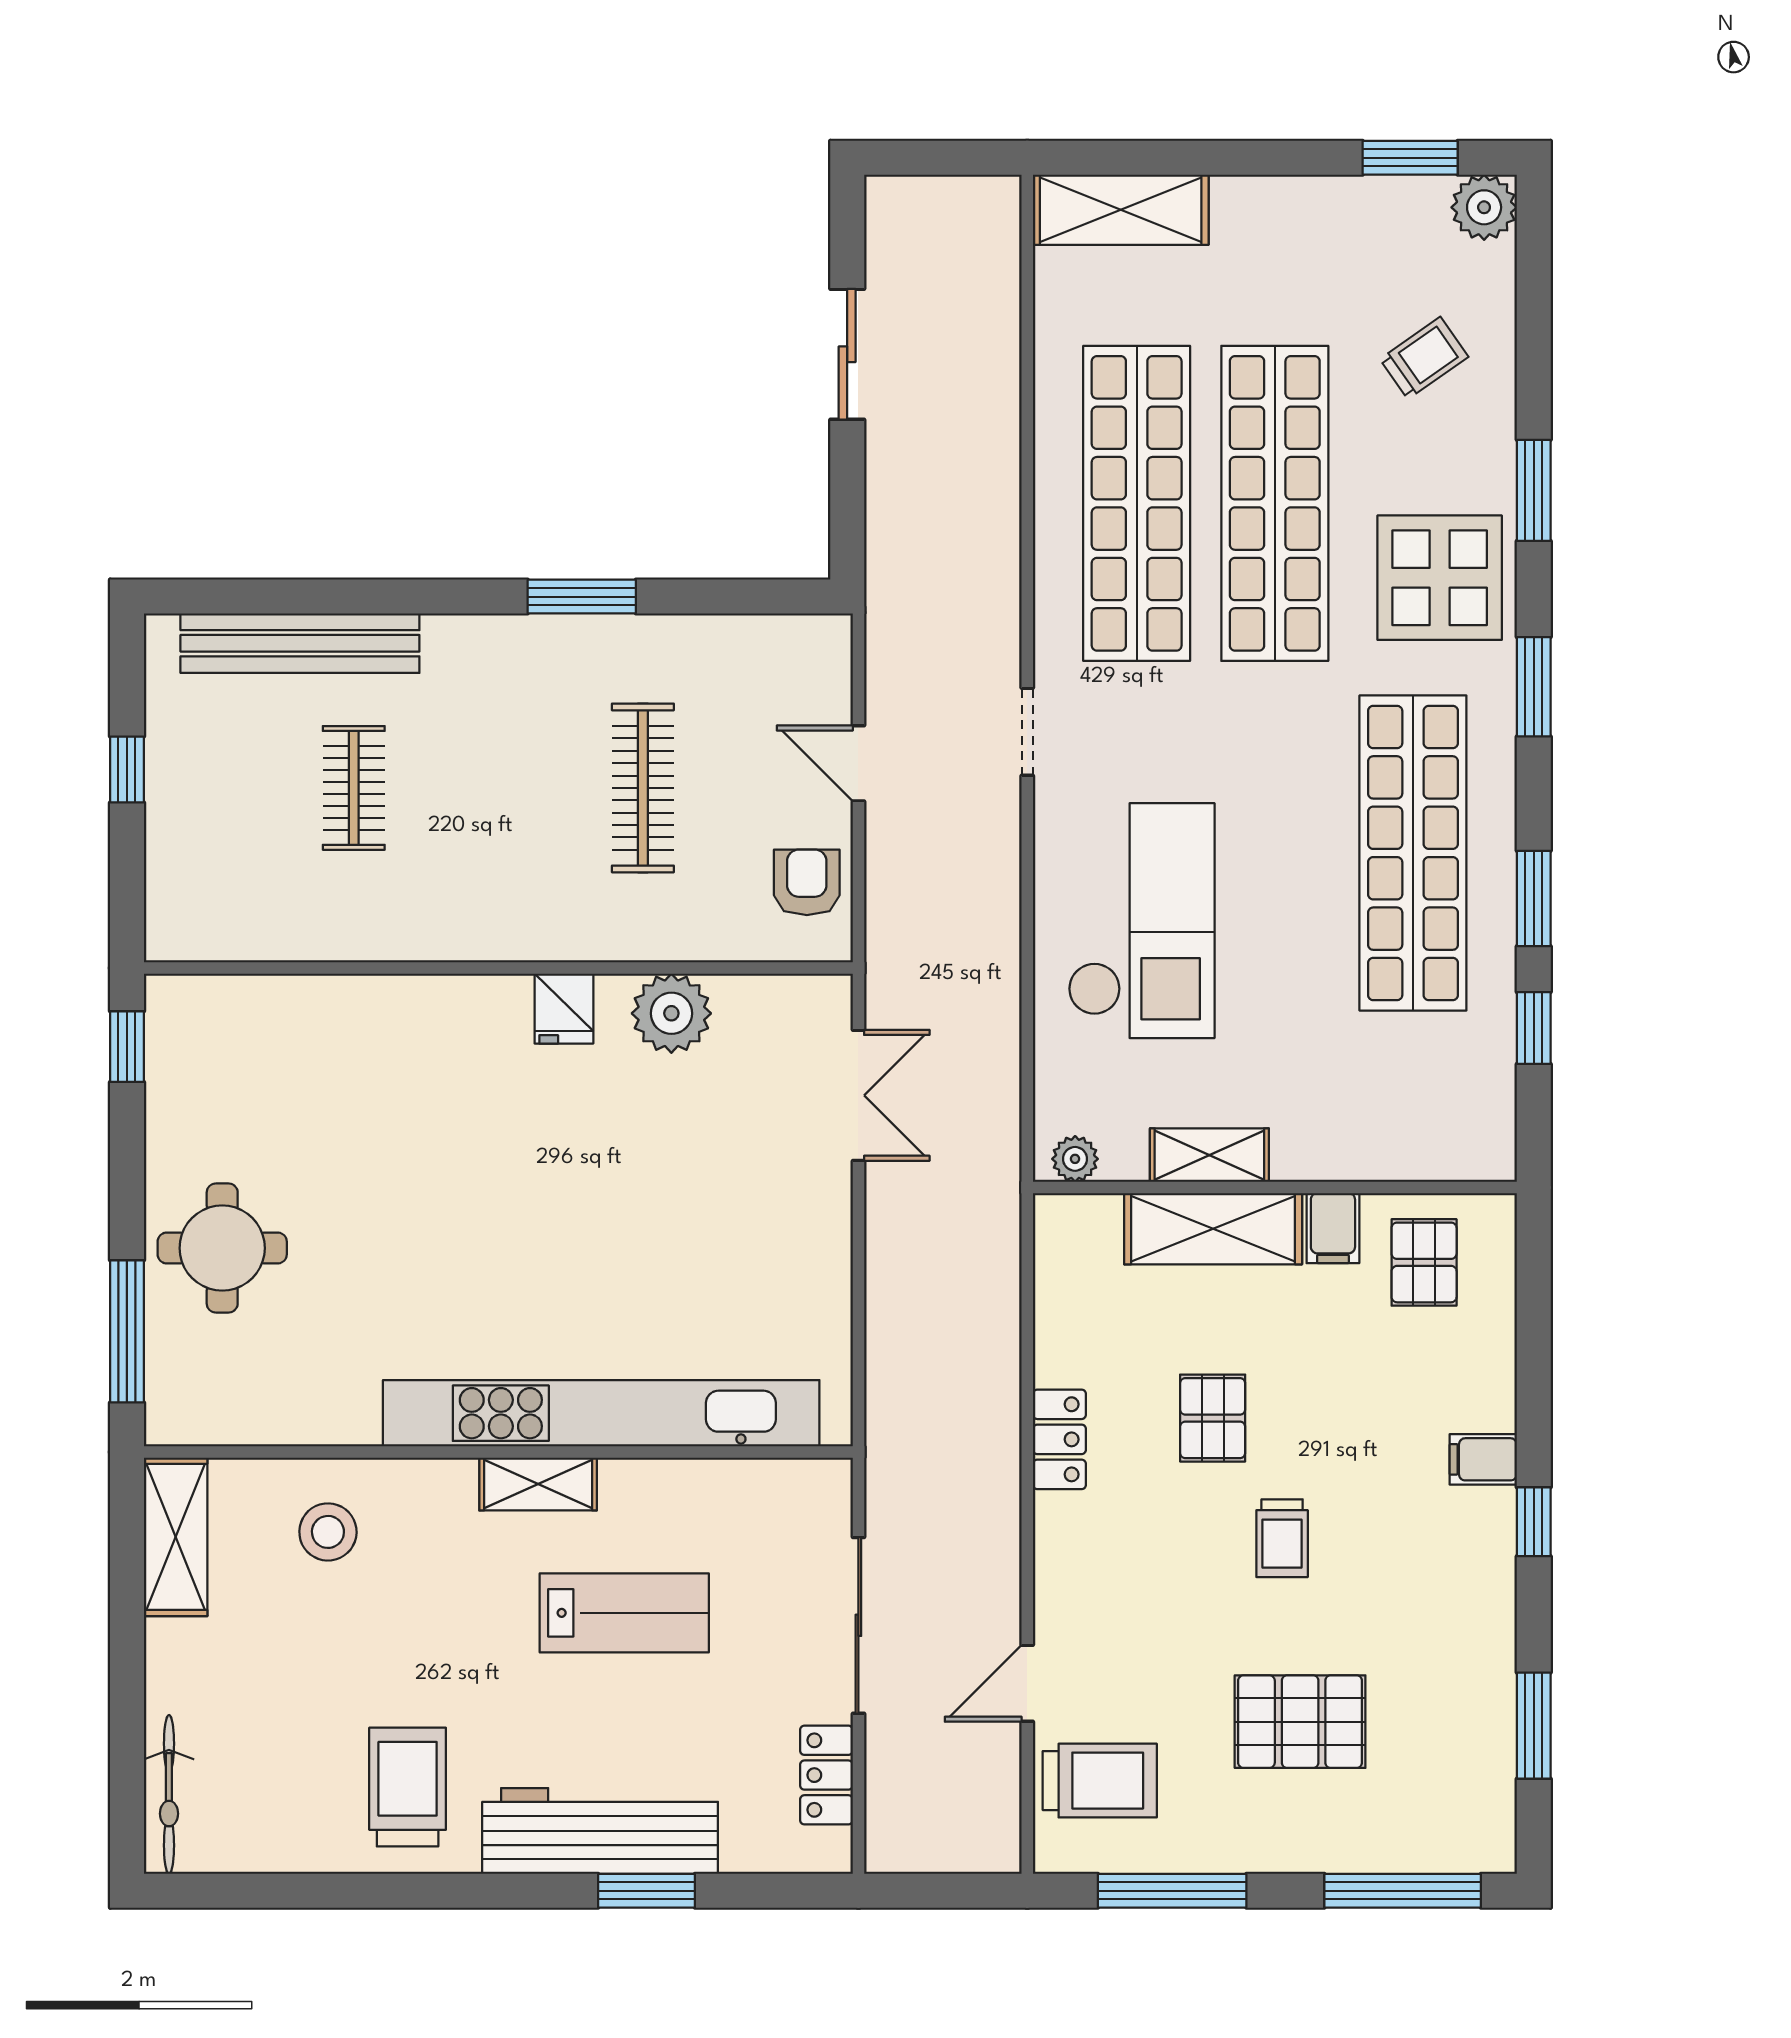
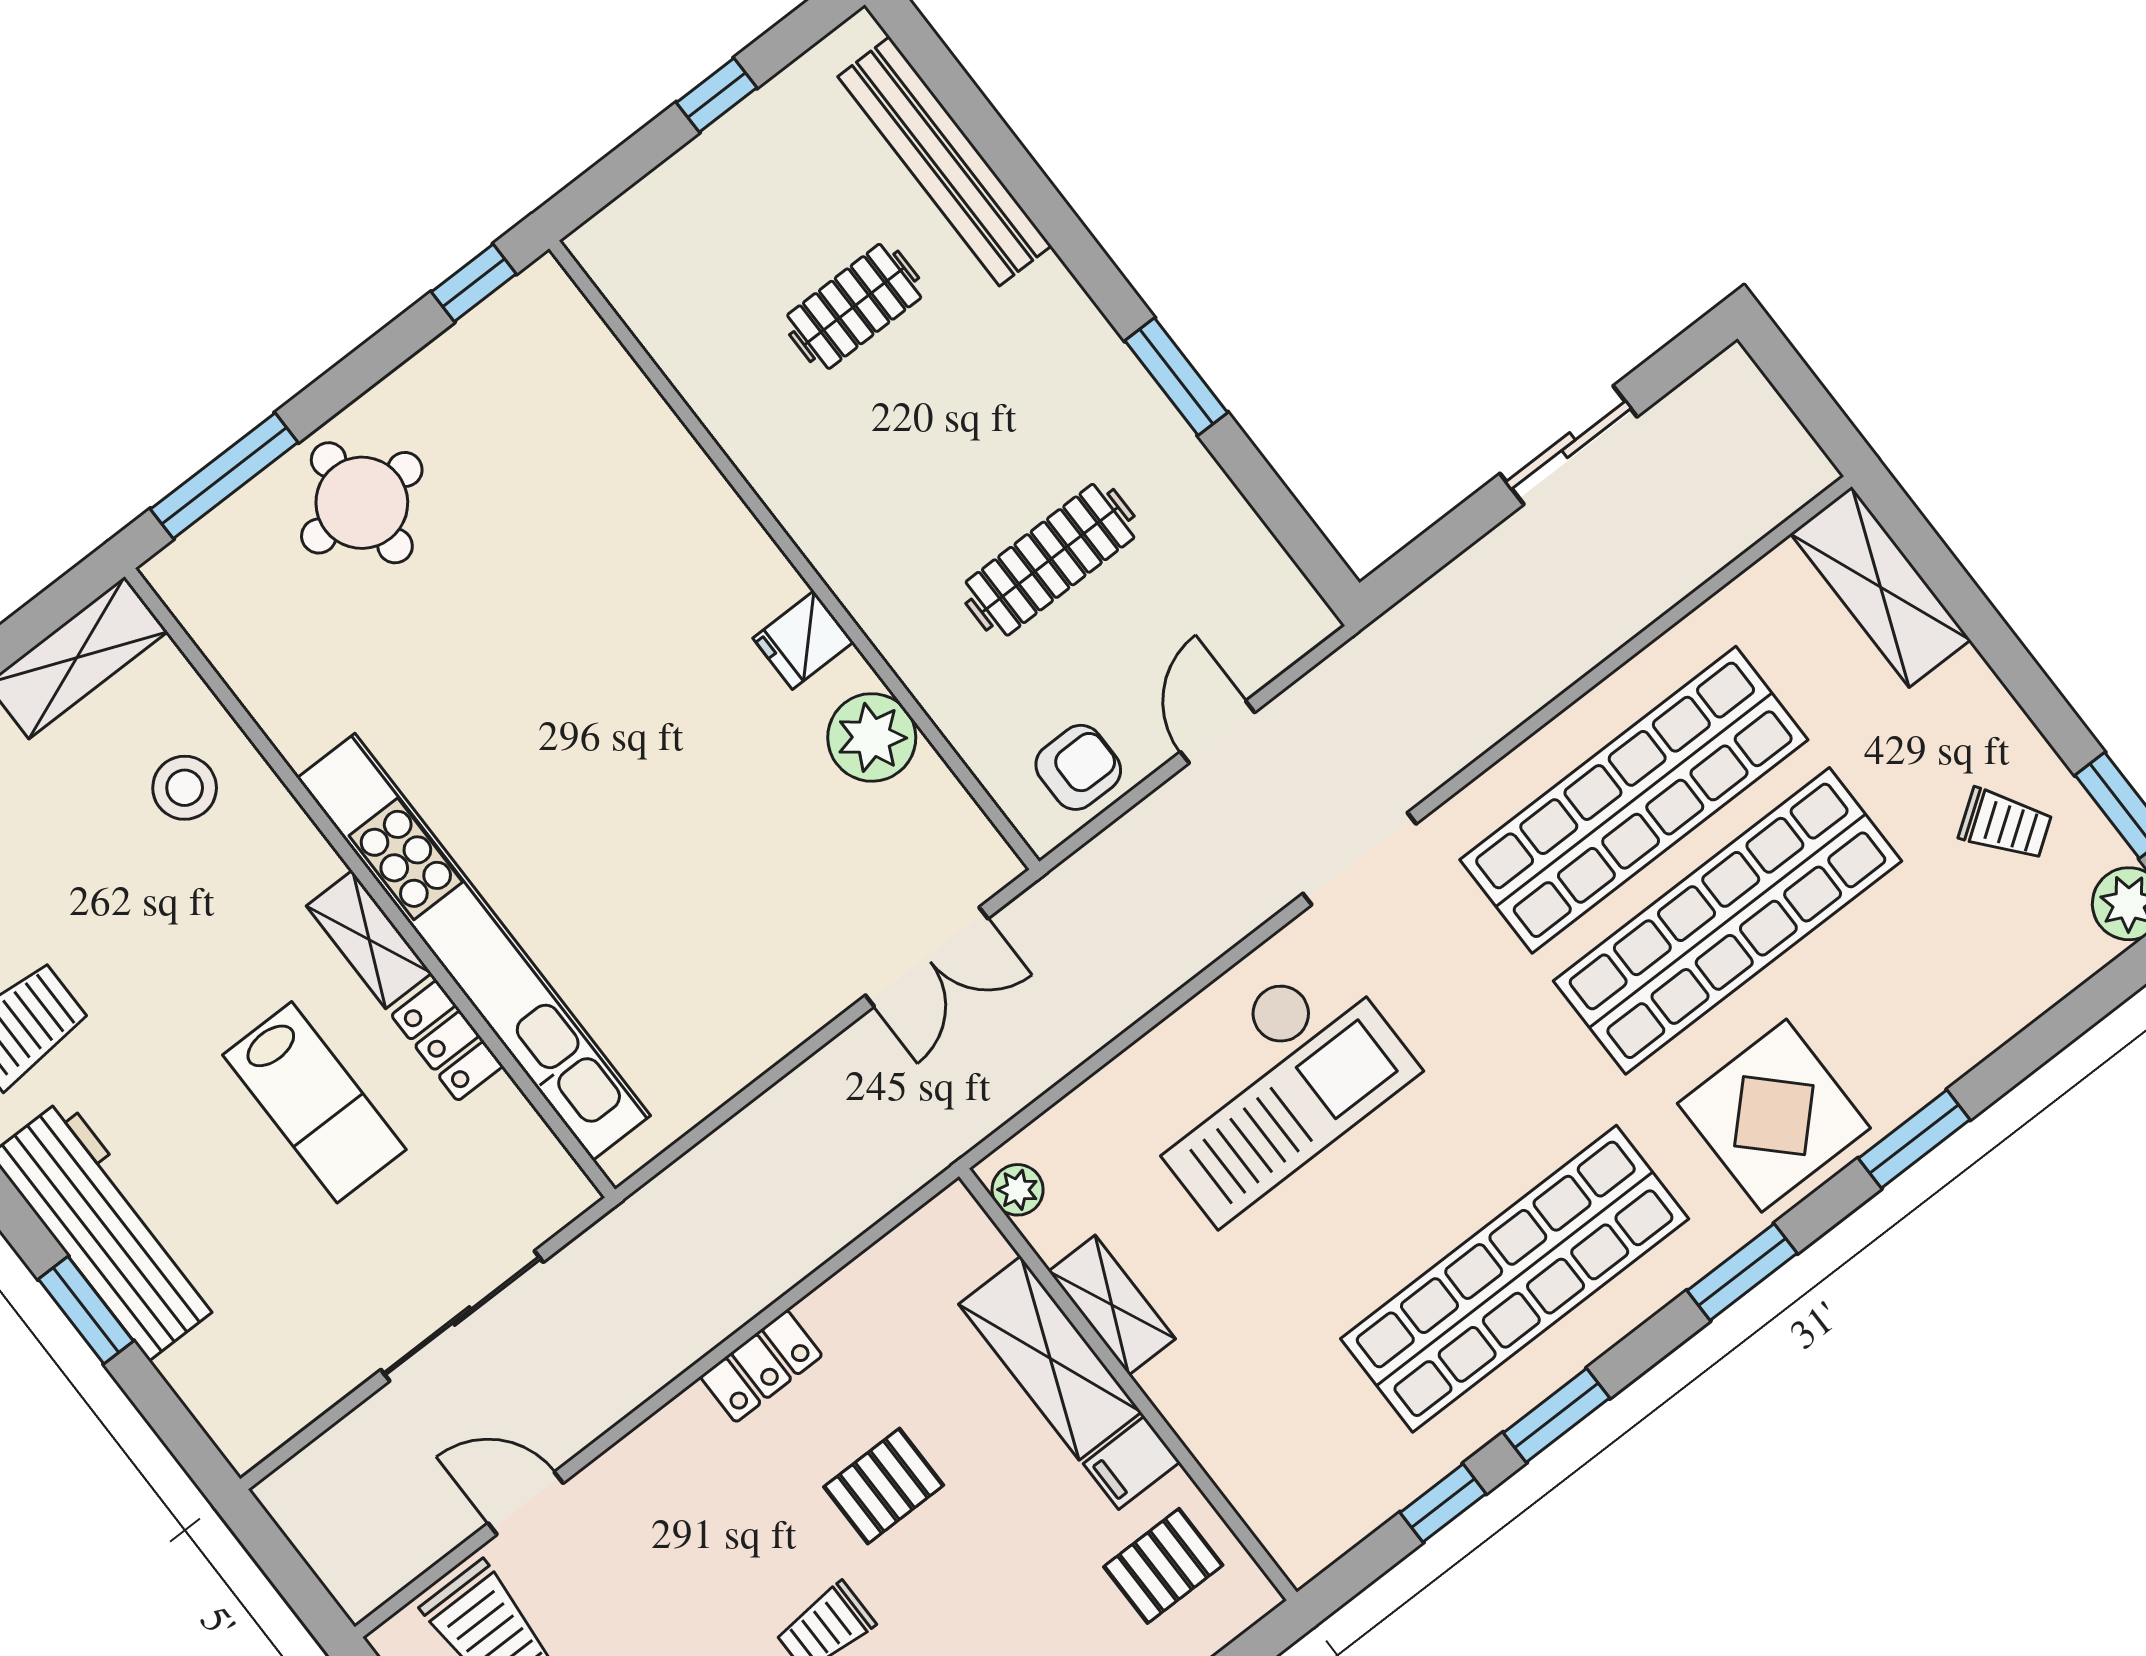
trolley: (1424, 358) -> (2005, 824), moved
doorway: (1027, 732) -> (1360, 859), width x1.38
locker: (826, 1775) -> (447, 1041), moved, turned -90

